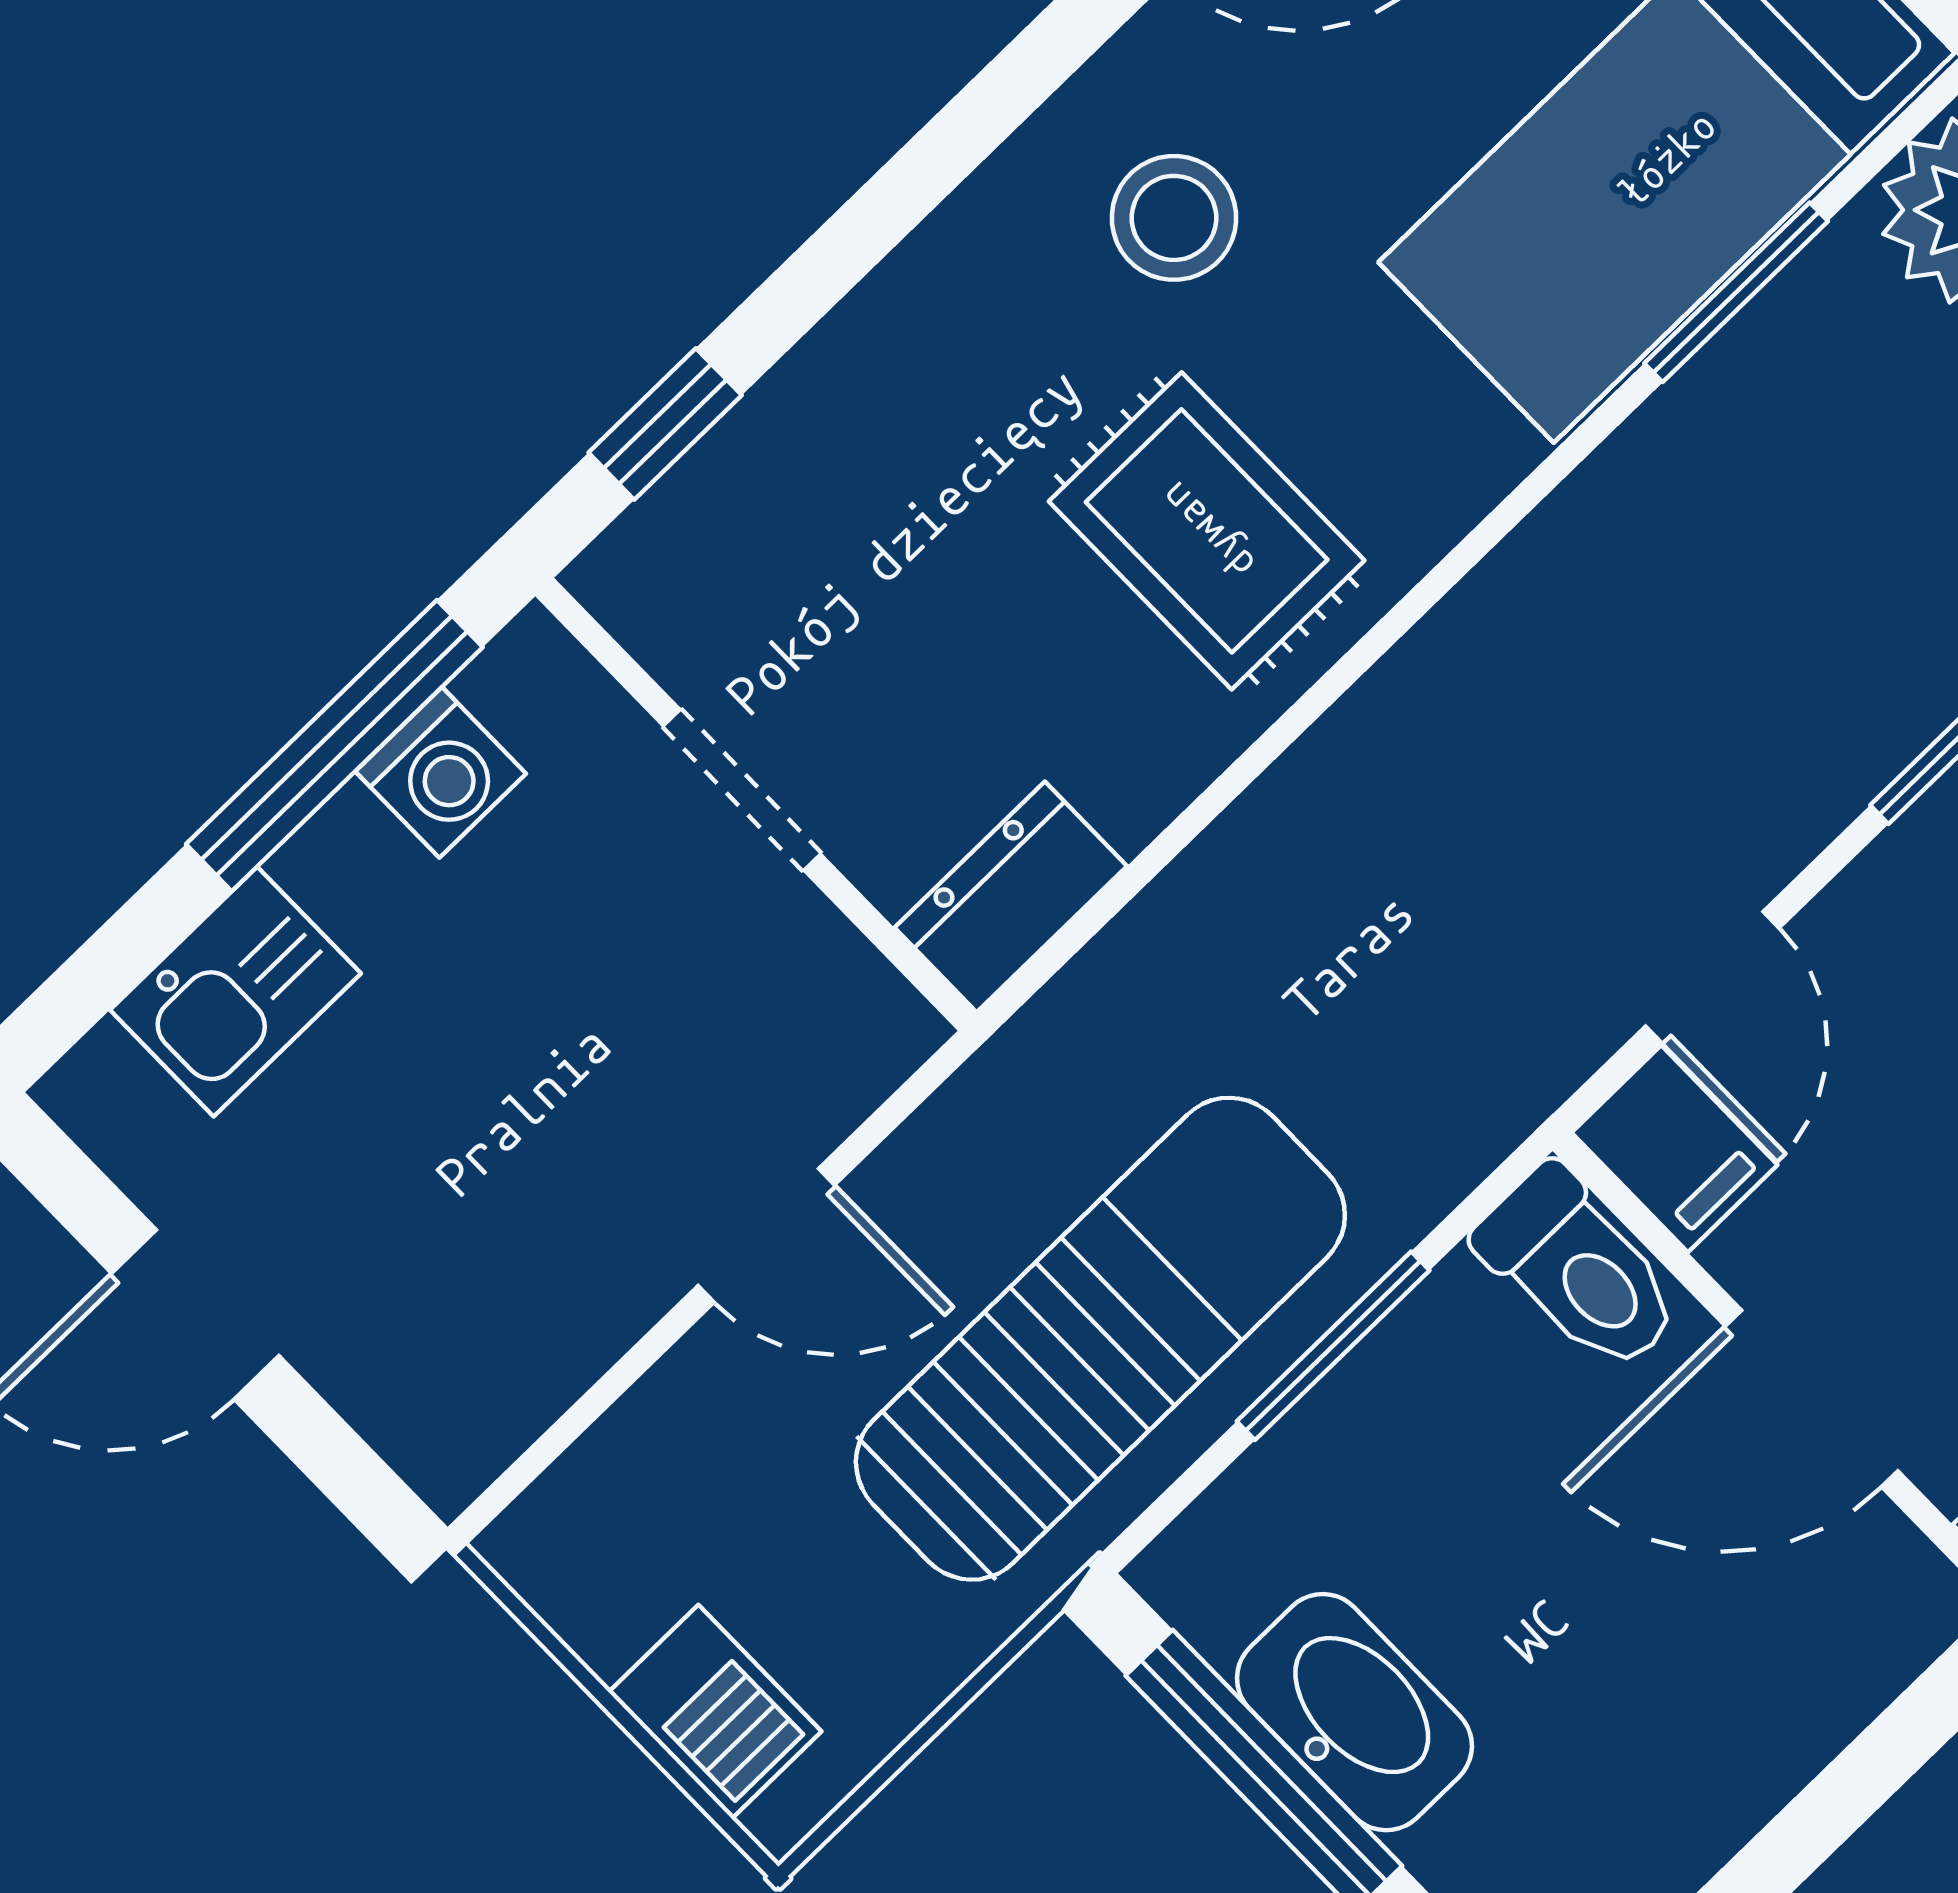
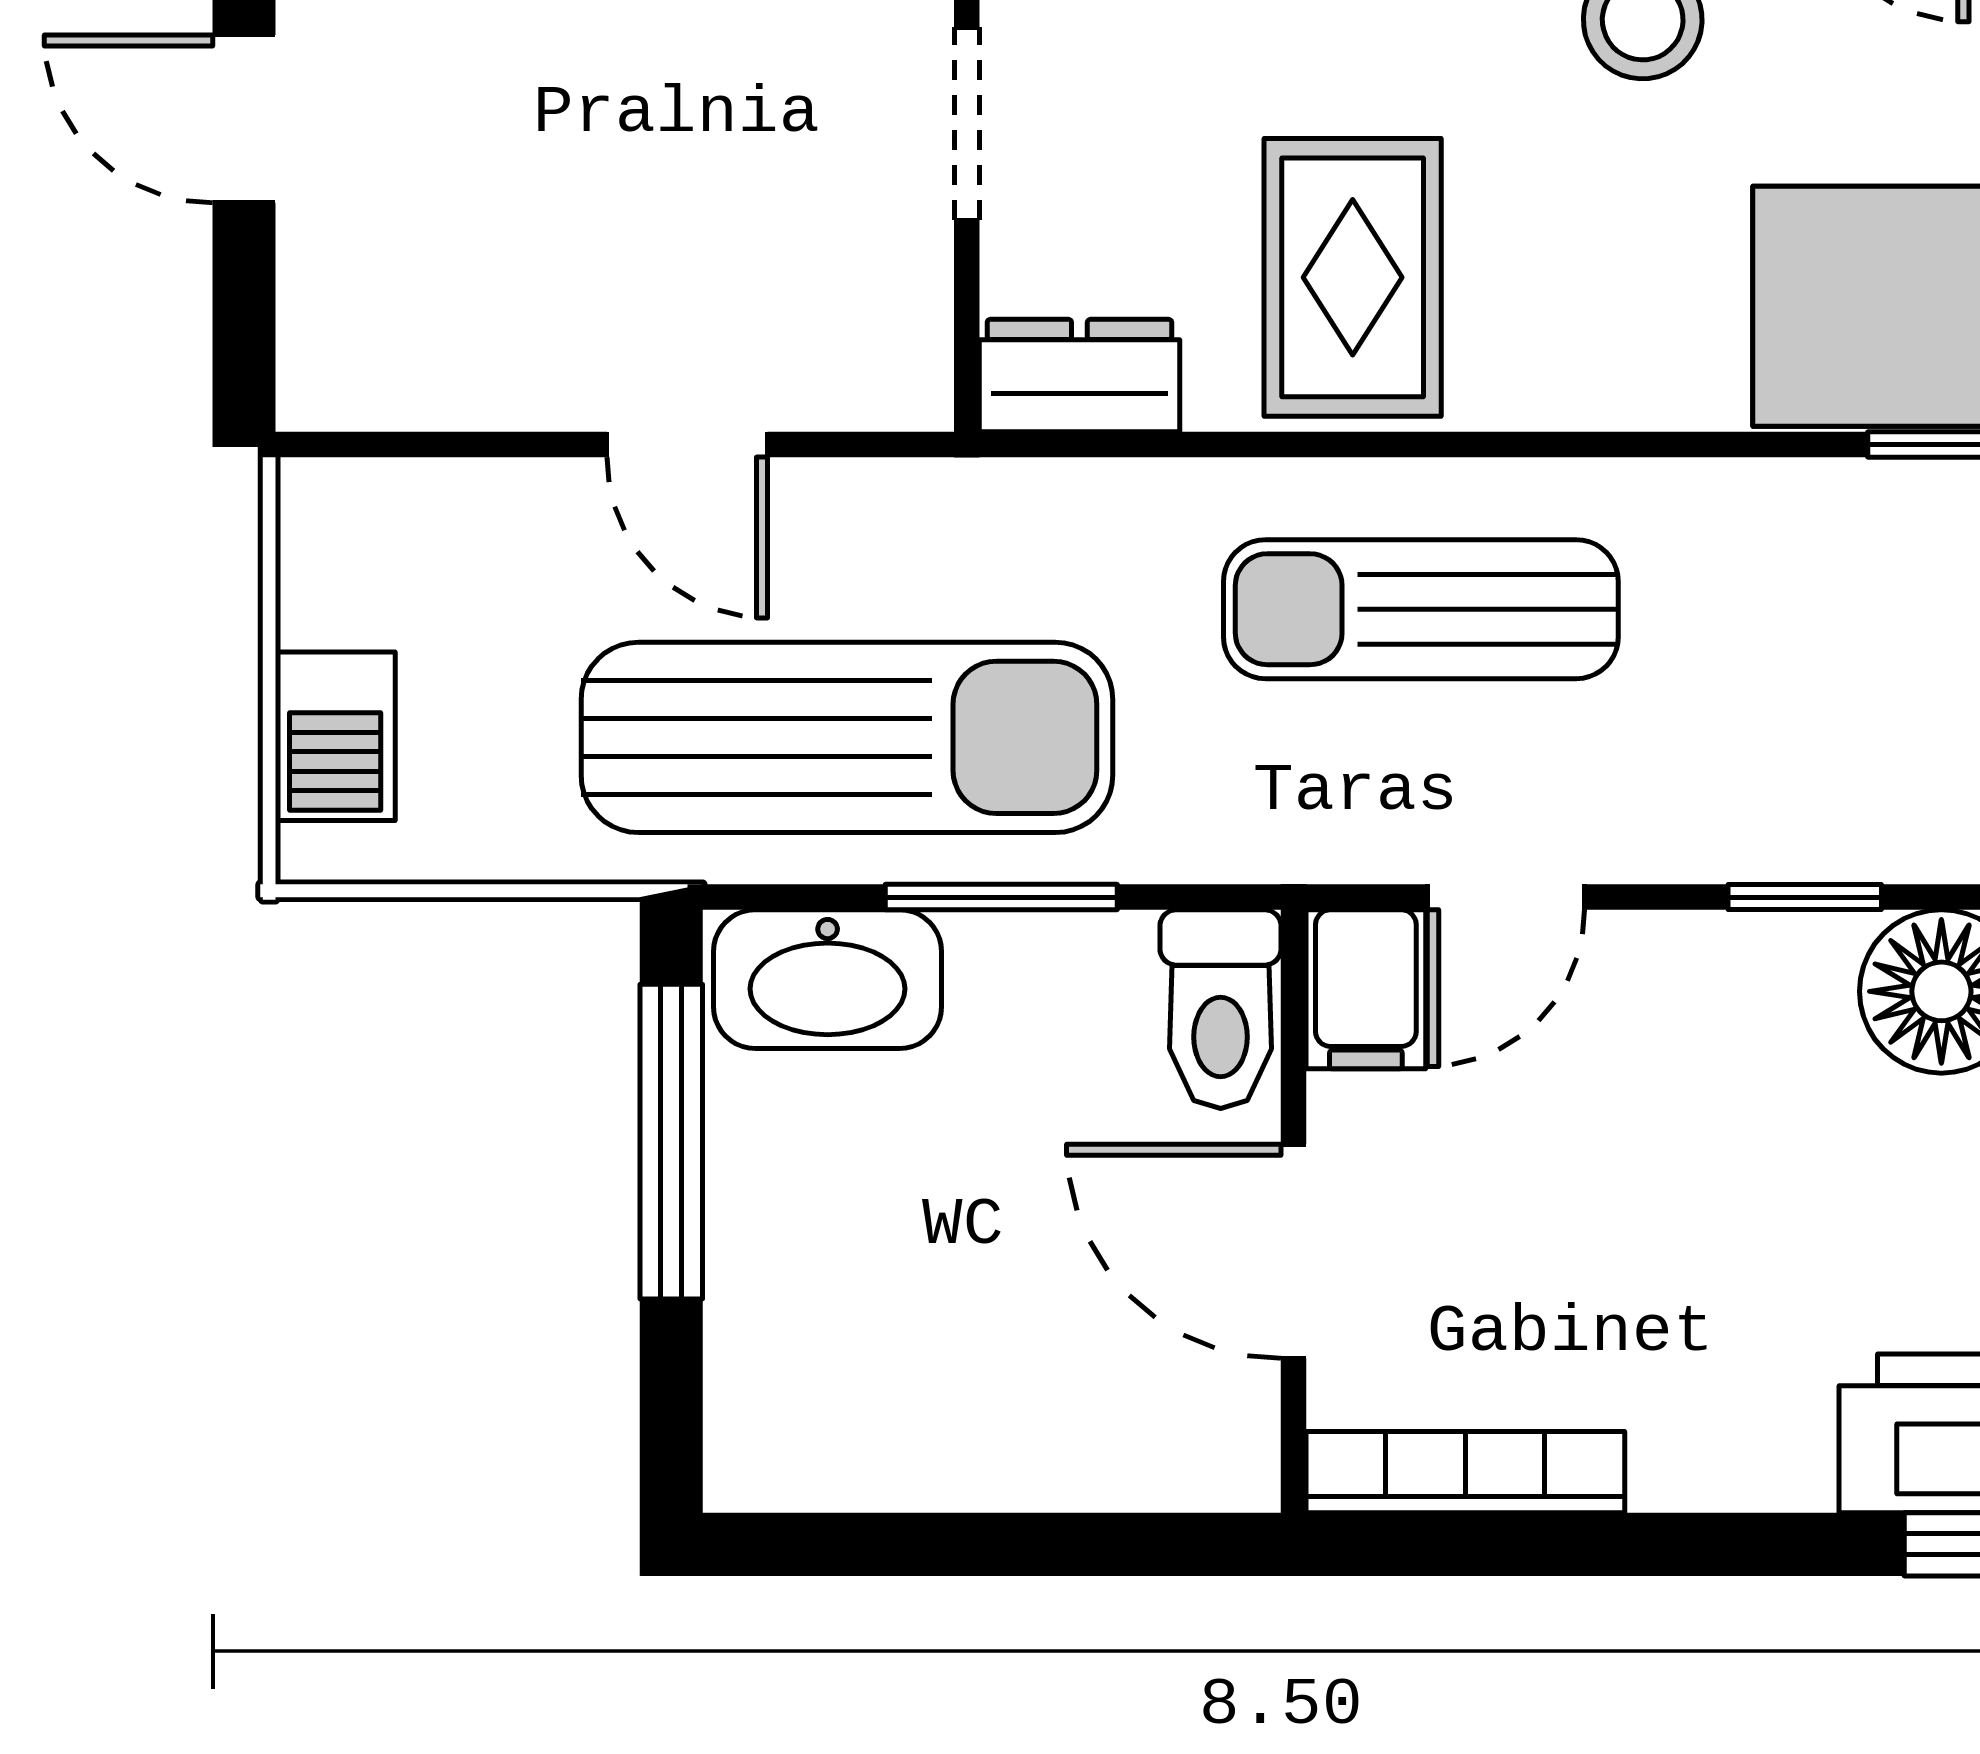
rug: (1207, 531) -> (1353, 277), moved
sun lounger: (1438, 823) -> (1421, 609), added
washbasin: (1354, 1712) -> (828, 979), moved, turned 90

